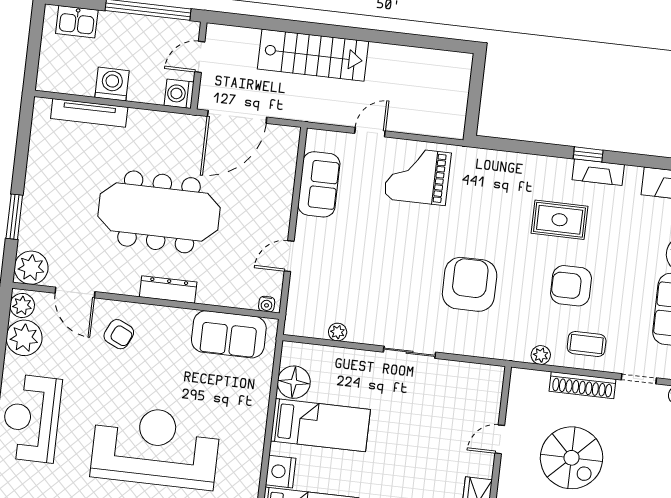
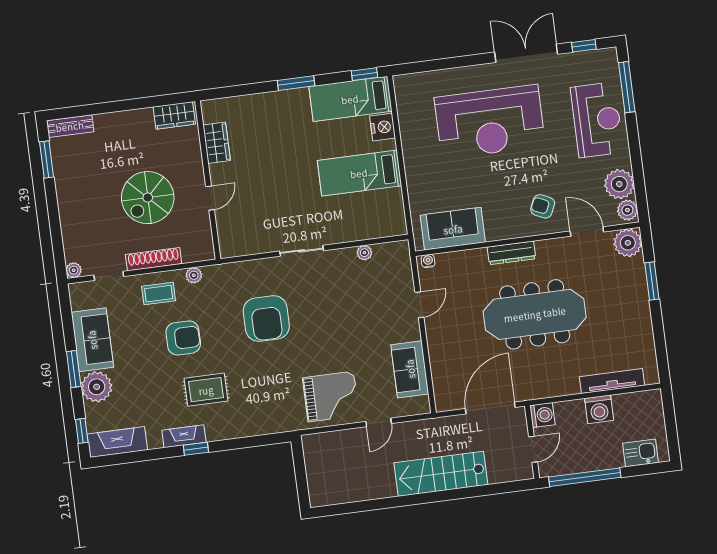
floor lamp: (294, 382) -> (390, 203), removed
spiral stairs: (572, 458) -> (148, 198), turned -90

